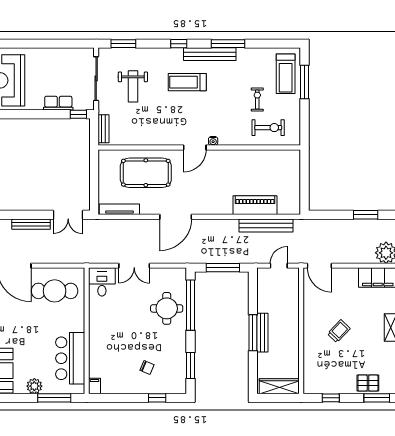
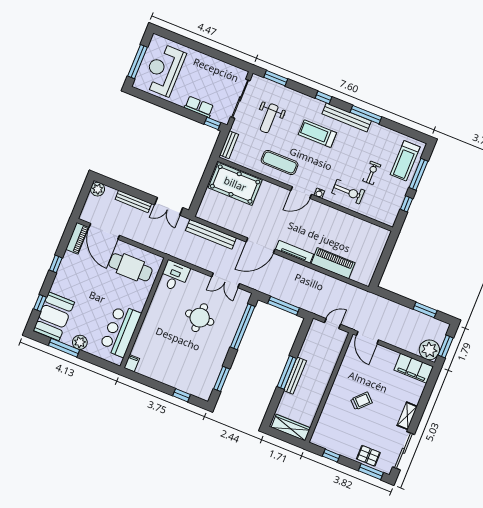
window: (304, 116) -> (407, 204), added
exercise mat: (161, 126) -> (280, 162), added
exercise bike: (268, 128) -> (348, 192), moved
pool table: (146, 173) -> (235, 184), moved
tv unit: (119, 209) -> (295, 252), moved
bench: (266, 225) -> (211, 234), moved
double door: (134, 266) -> (226, 280), moved
round table: (167, 308) -> (200, 318), moved
chair: (147, 367) -> (183, 365), removed
window: (54, 398) -> (64, 348), moved

